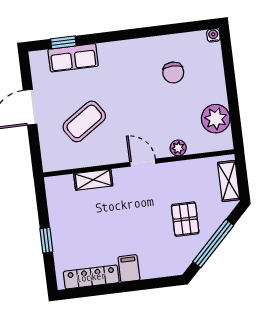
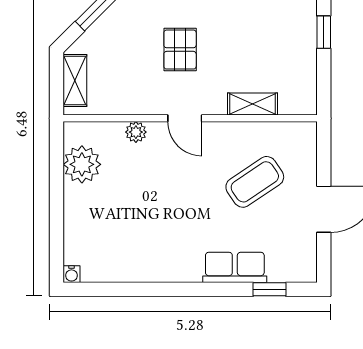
row of seats: (73, 58) -> (235, 267), moved
chair: (173, 73) -> (130, 232), removed
pallet: (185, 219) -> (180, 50), moved

